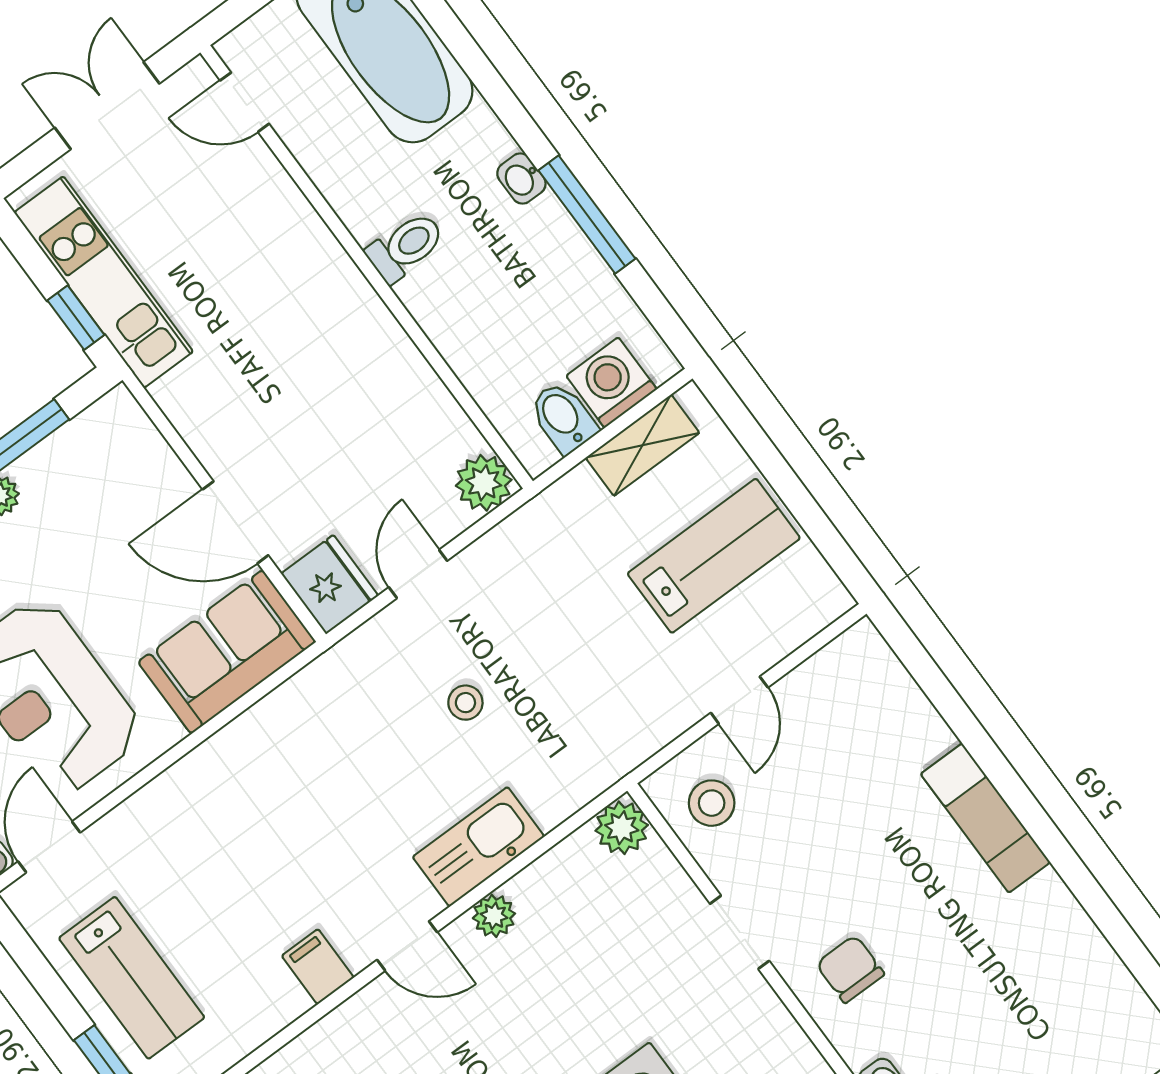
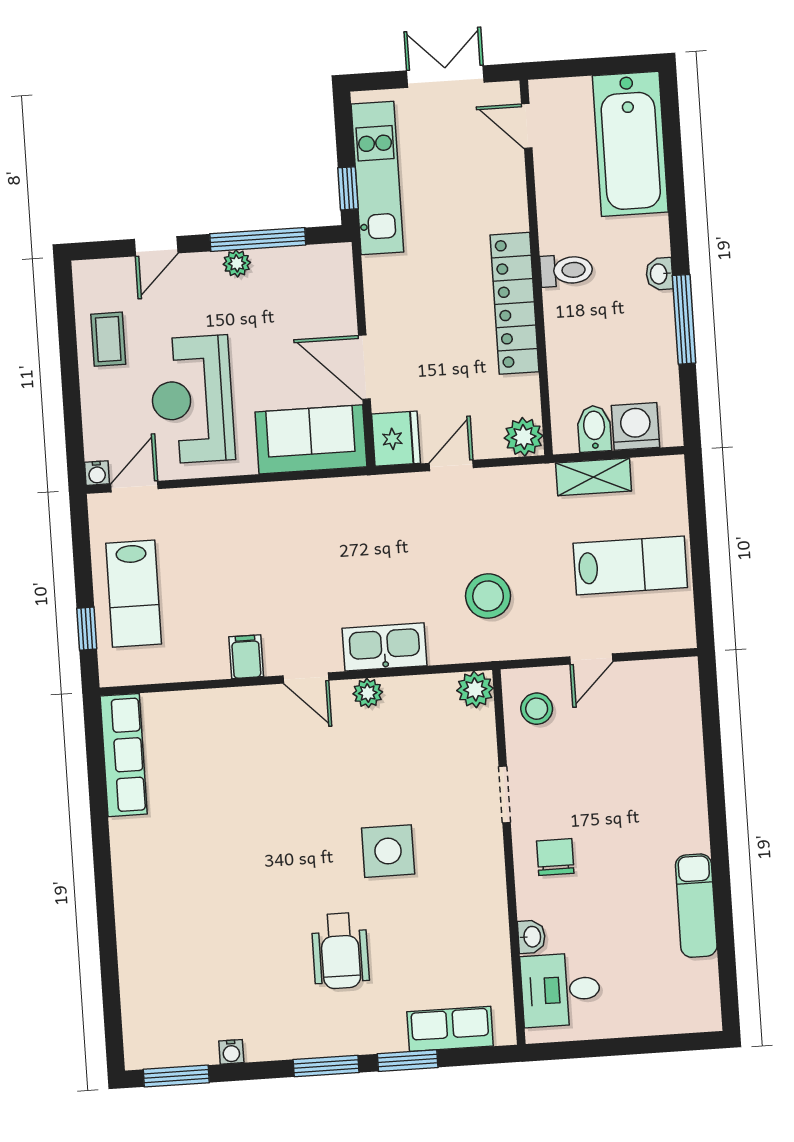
locker: (368, 327) -> (514, 303), added
shelving: (643, 445) -> (594, 477), moved
stool: (465, 703) -> (488, 596), moved, width x1.89, depth x1.89
exam couch: (985, 818) -> (696, 906), moved

